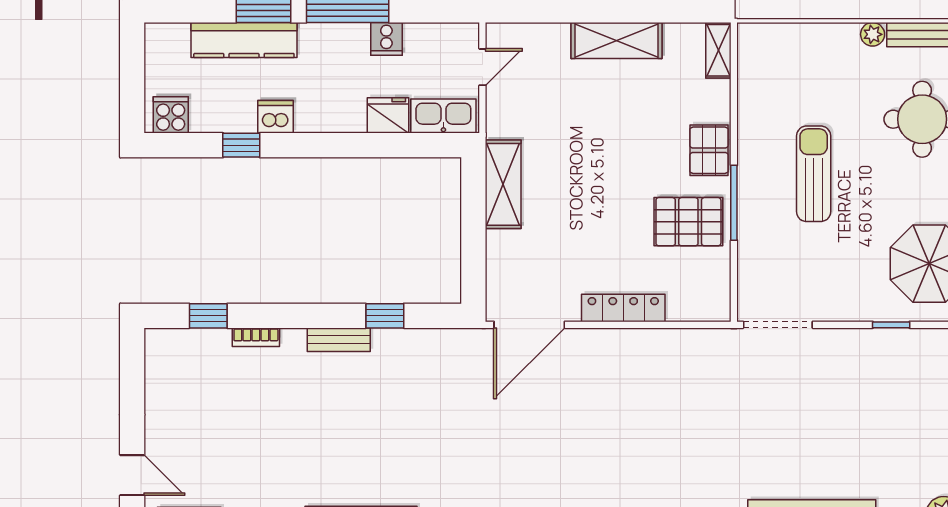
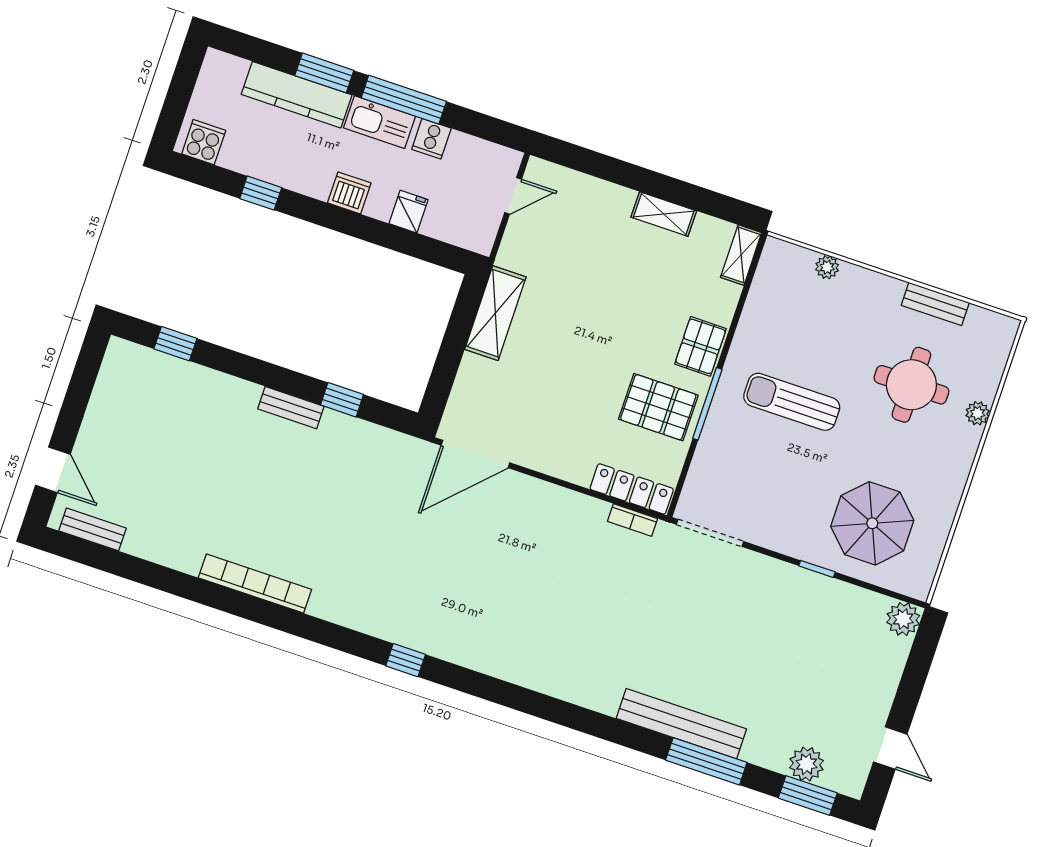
plant: (873, 34) -> (827, 267), moved
shelving: (617, 41) -> (664, 214), width x0.67, depth x0.75
fridge: (388, 115) -> (409, 212), width x0.72
kitchen sink: (443, 116) -> (380, 122), moved, turned 180
dishwasher: (275, 117) -> (349, 193), moved
sun lounger: (814, 174) -> (792, 402), turned -90
locker: (623, 308) -> (632, 489), moved
bookcase: (256, 337) -> (633, 520), moved

